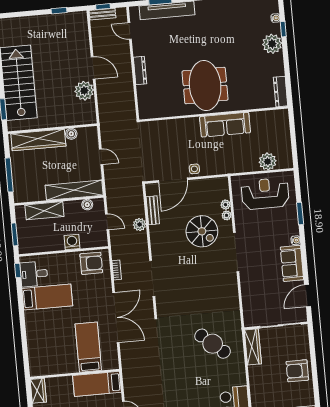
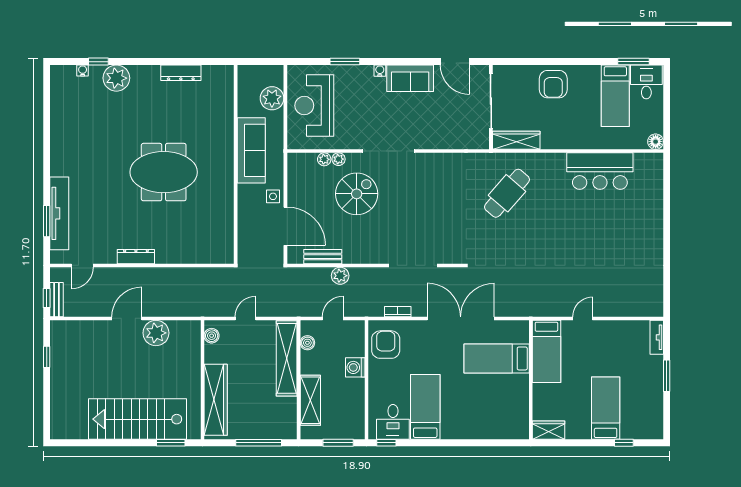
wall: (213, 114) -> (236, 164), moved
sofa: (225, 125) -> (251, 150), moved
boiler: (71, 134) -> (212, 336), moved

